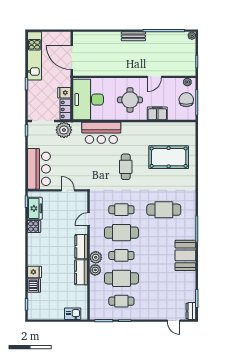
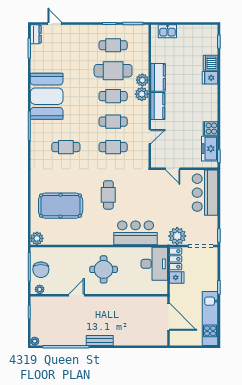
desk: (88, 100) -> (154, 264), width x0.73, depth x0.77
filing cabinet: (157, 113) -> (73, 254), removed
plant: (190, 128) -> (37, 238), added
cafe table: (164, 210) -> (66, 147), width x0.73, depth x0.74
cafe table: (121, 233) -> (113, 122), width x0.73, depth x0.74
booth: (185, 255) -> (47, 96), width x1.36, depth x1.42

